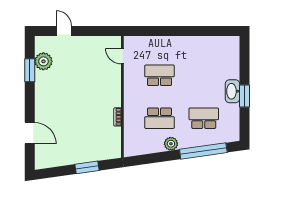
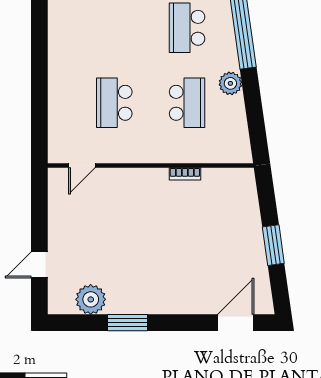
window: (30, 70) -> (127, 323), moved
door: (30, 133) -> (236, 323), moved
window: (87, 167) -> (273, 245), moved

